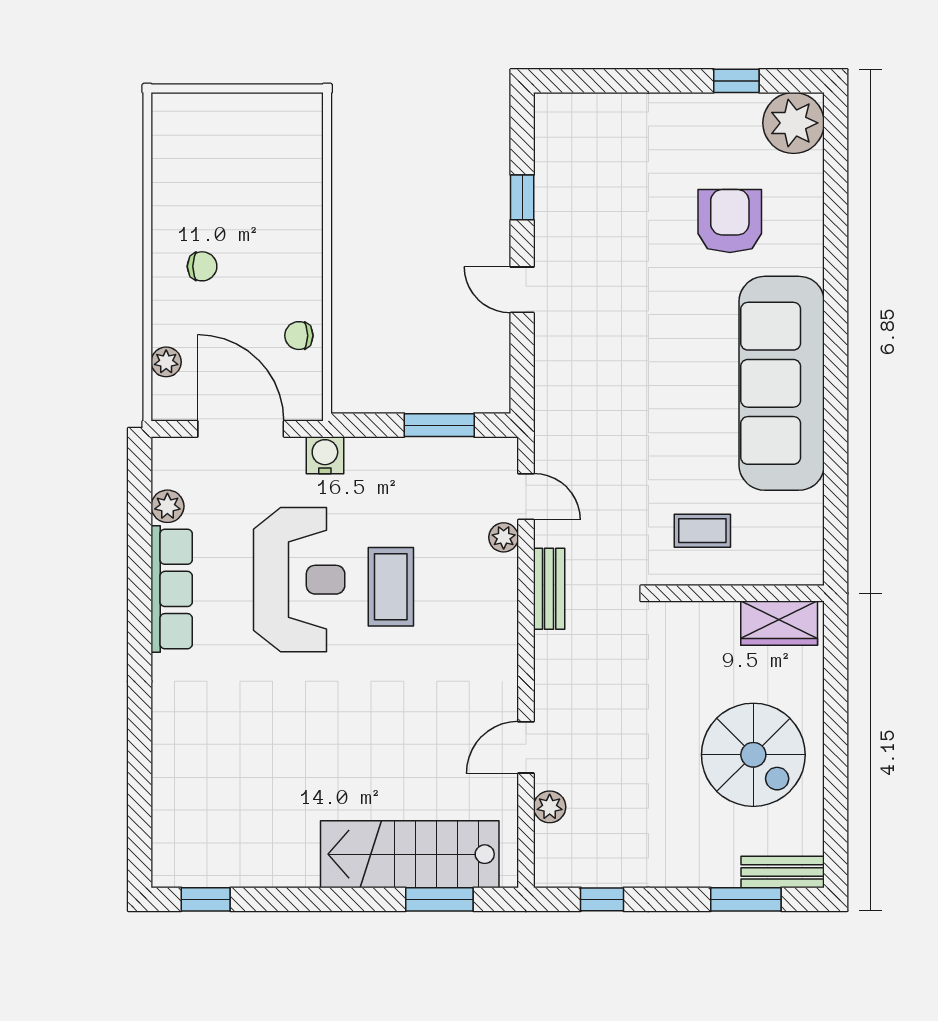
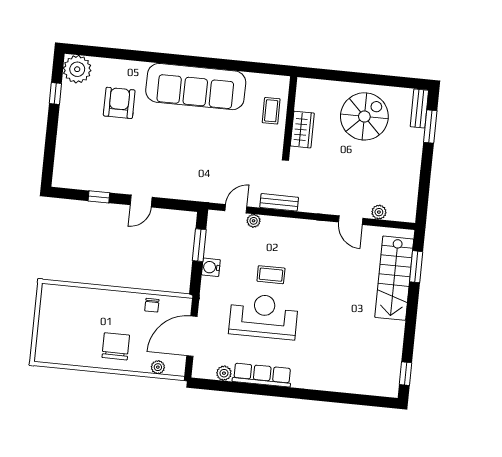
armchair: (730, 221) -> (119, 103), turned 90
chair: (202, 266) -> (116, 346), width x1.87, depth x1.87
water cooler: (325, 455) -> (211, 267), moved
coffee table: (702, 531) -> (271, 111), moved
coffee table: (391, 587) -> (271, 275), width x0.73, depth x0.77
wardrobe: (779, 623) -> (302, 130), moved
window: (602, 899) -> (424, 192), removed

